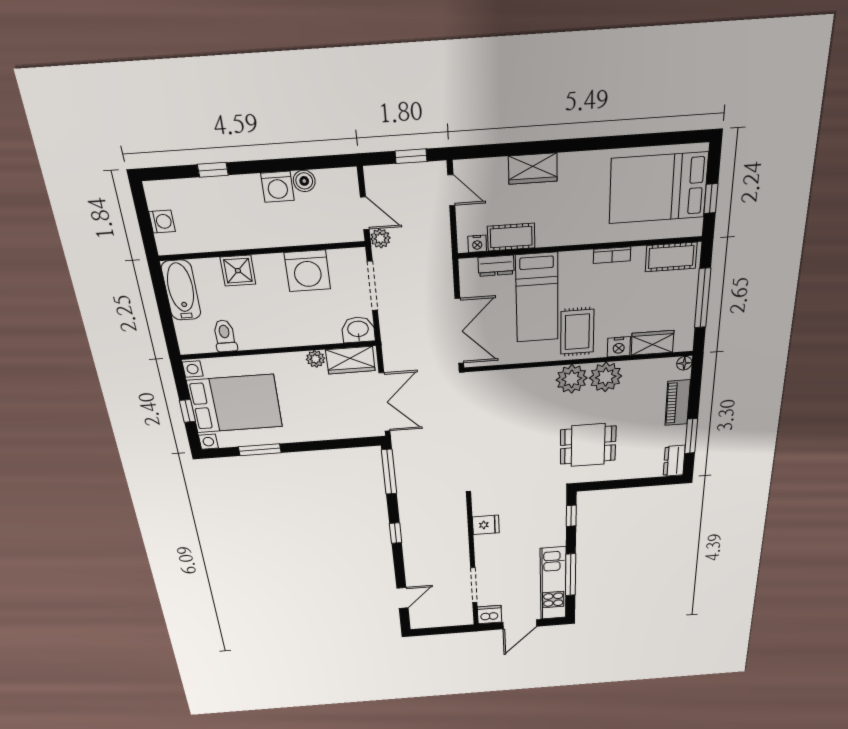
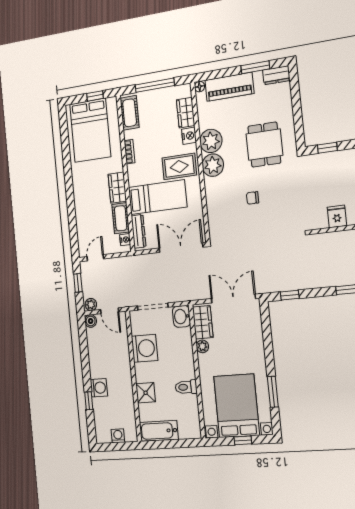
wardrobe: (533, 169) -> (117, 188), moved, turned 180
boiler: (304, 181) -> (91, 321), moved
washing machine: (277, 187) -> (99, 388), moved
door: (365, 213) -> (110, 311), swing flipped
plant: (380, 238) -> (91, 305), moved
dresser: (496, 266) -> (139, 231), width x1.44
toilet: (225, 336) -> (186, 387), moved
piano: (678, 403) -> (229, 87), width x1.37, depth x1.33
chair: (520, 429) -> (253, 198), added
window: (389, 472) -> (290, 295), width x0.46

